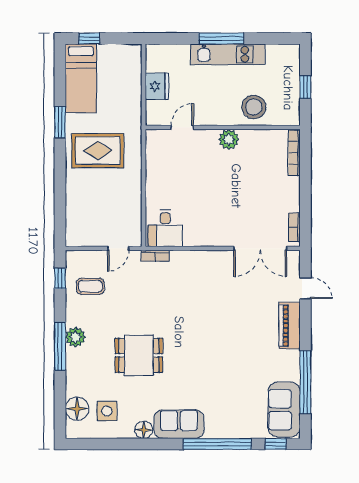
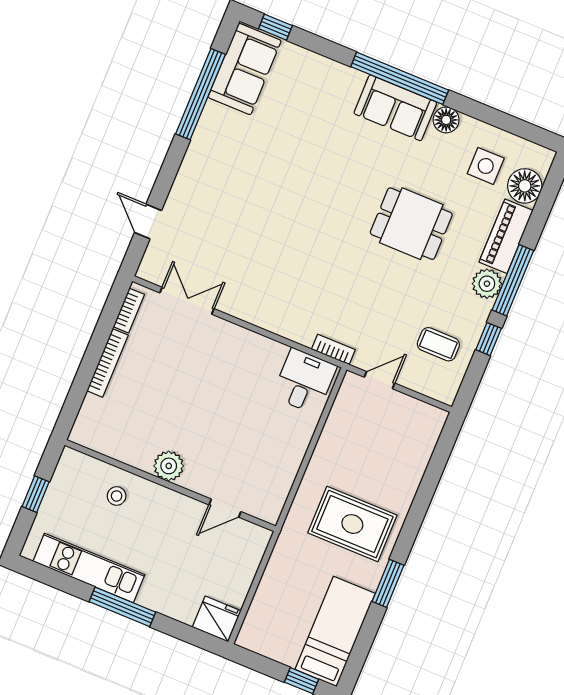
kitchen unit: (228, 54) -> (89, 568), moved
fridge: (157, 86) -> (217, 619), moved, turned 90
stool: (254, 107) -> (117, 496), width x0.53, depth x0.53
bookcase: (294, 153) -> (107, 363), moved
double door: (260, 248) -> (187, 301), width x0.73
window: (60, 278) -> (489, 339), moved
piano: (290, 326) -> (506, 236), moved, turned 180
window: (217, 444) -> (400, 78), moved

